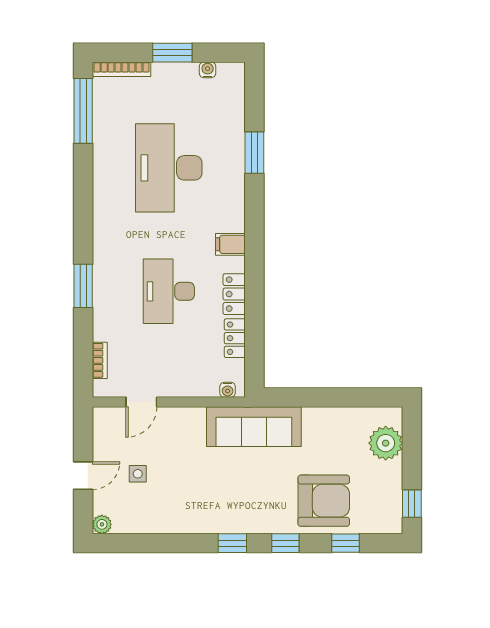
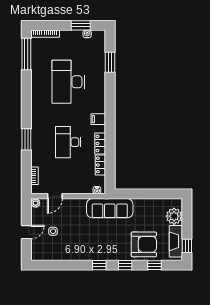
window: (172, 53) -> (81, 25), moved
window: (254, 153) -> (110, 62), moved
fireplace: (389, 494) -> (176, 241), added
plant: (102, 524) -> (36, 203), moved

